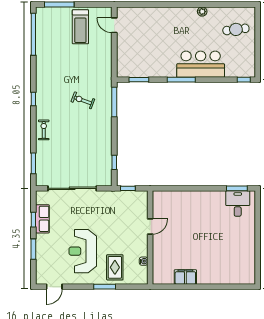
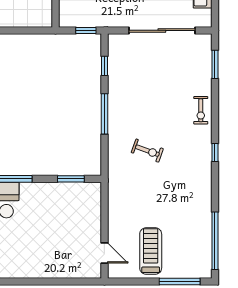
window: (114, 102) -> (104, 114), moved

